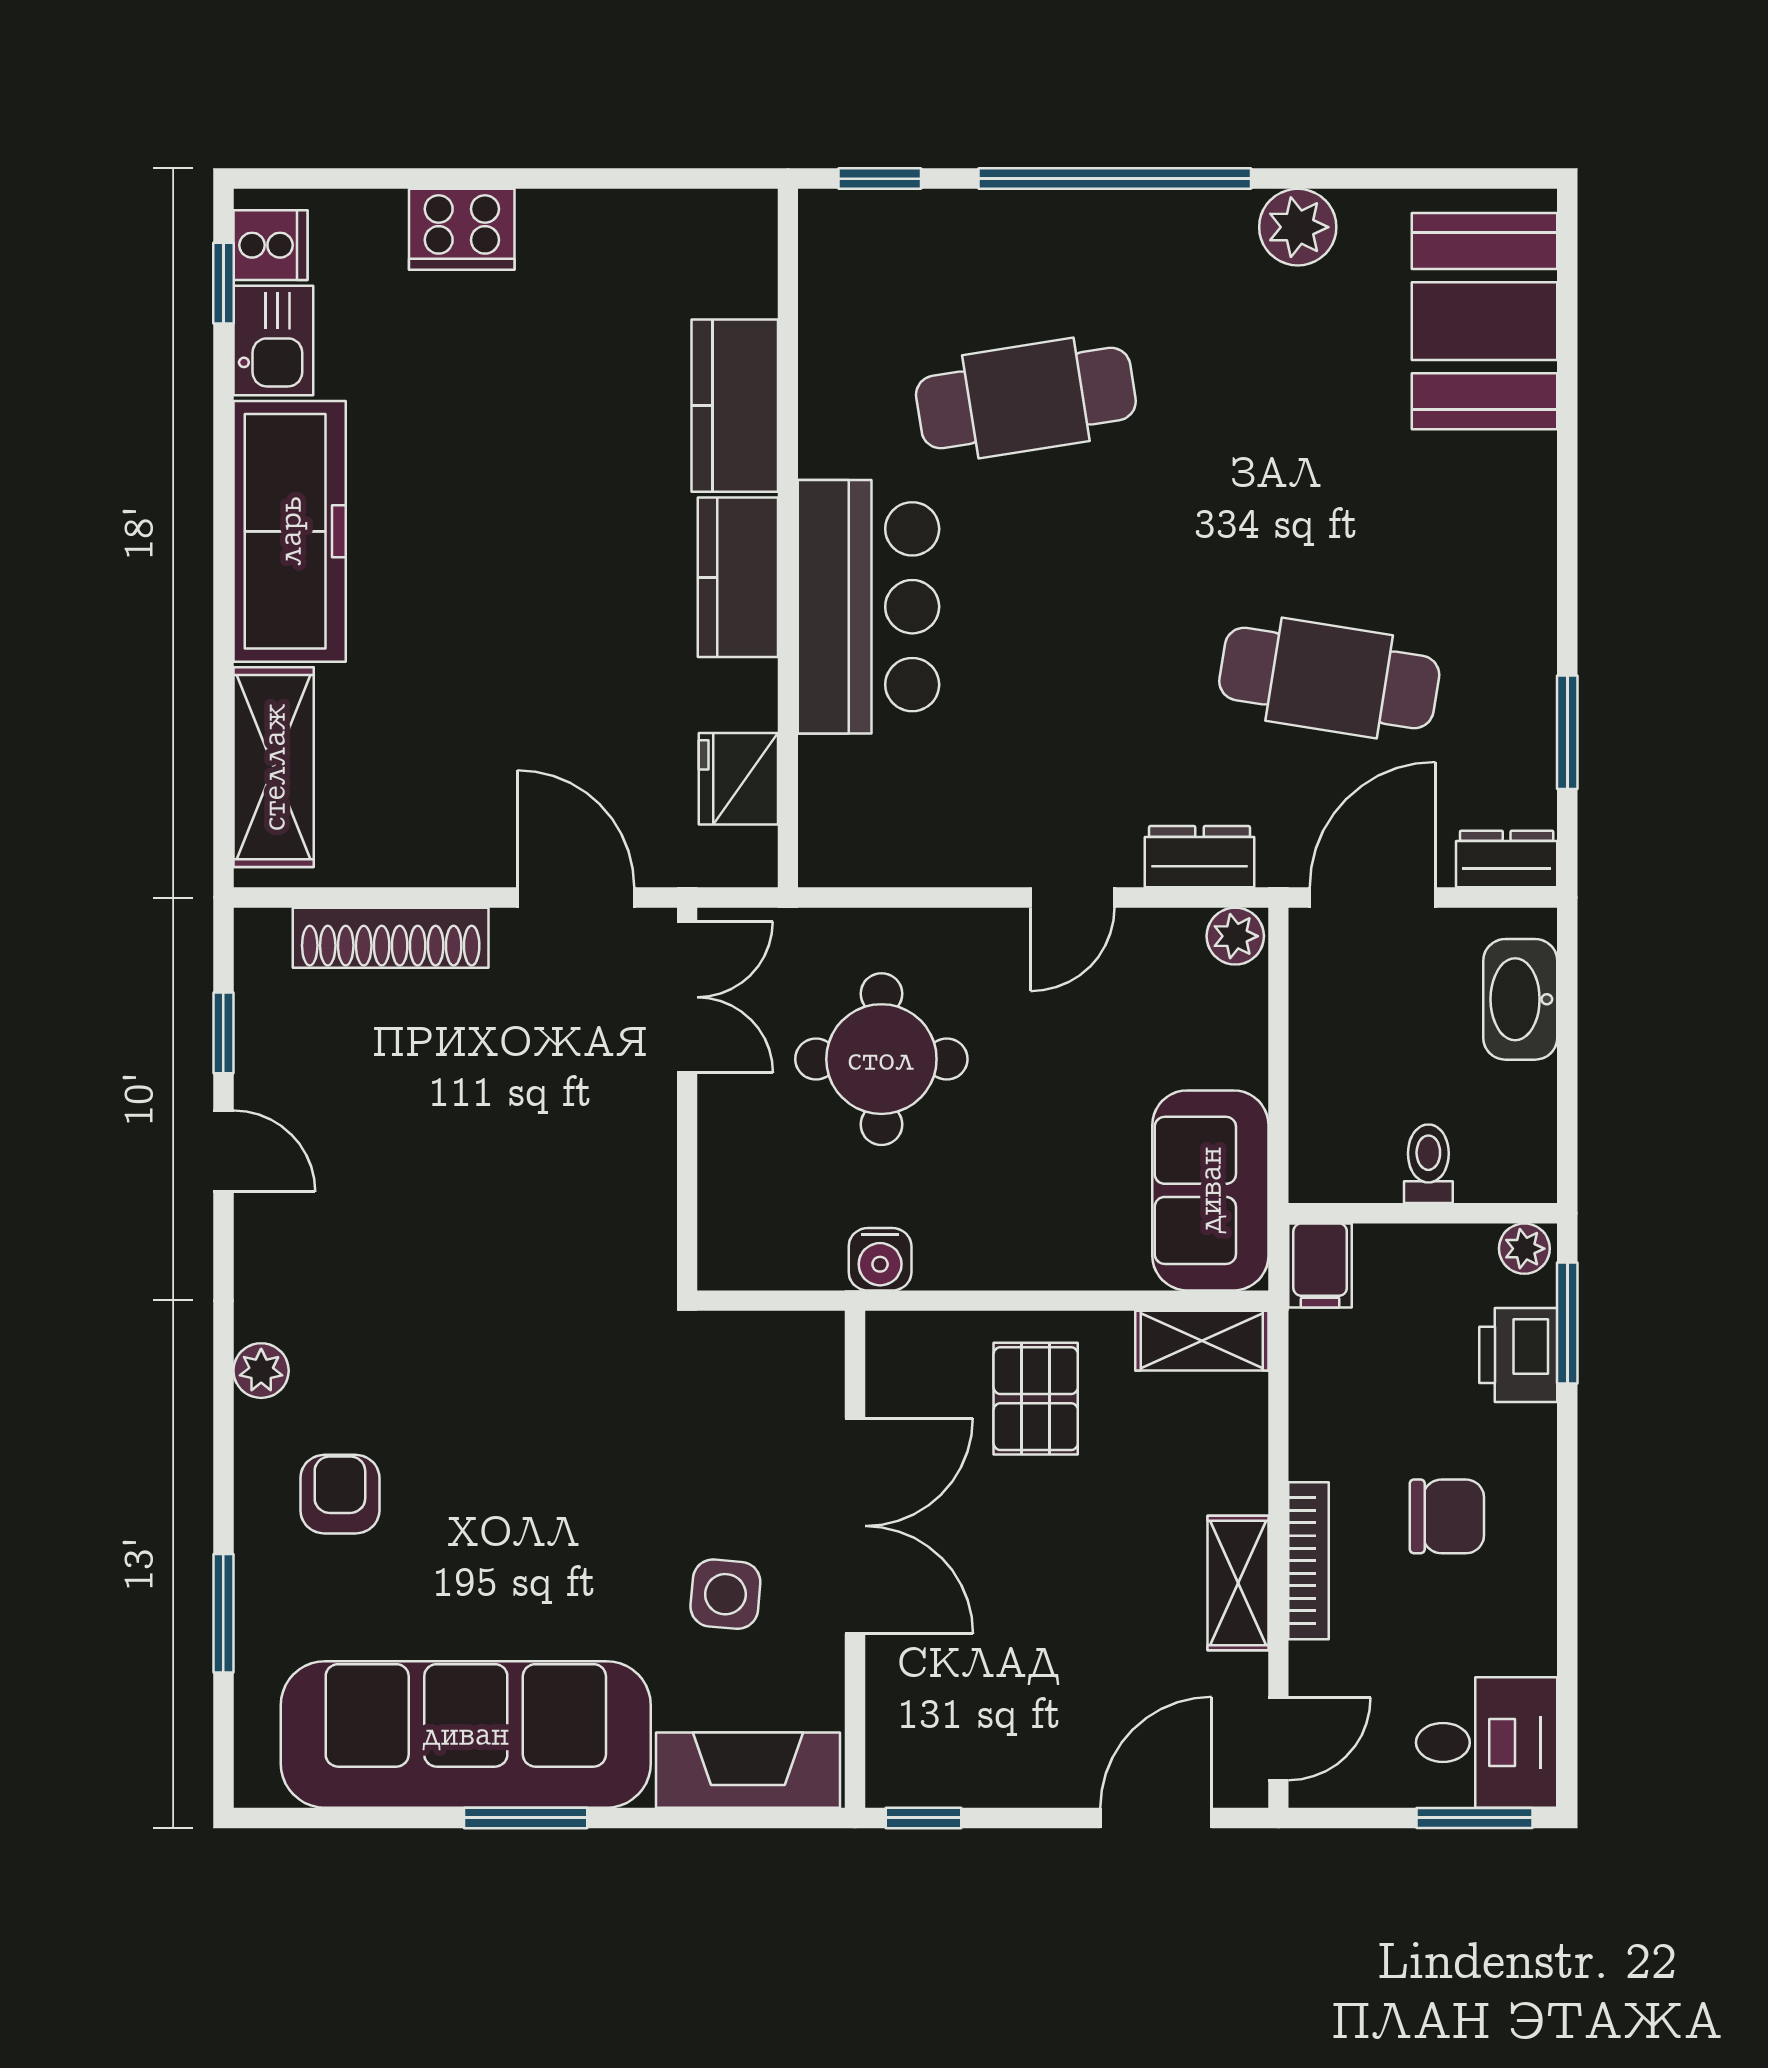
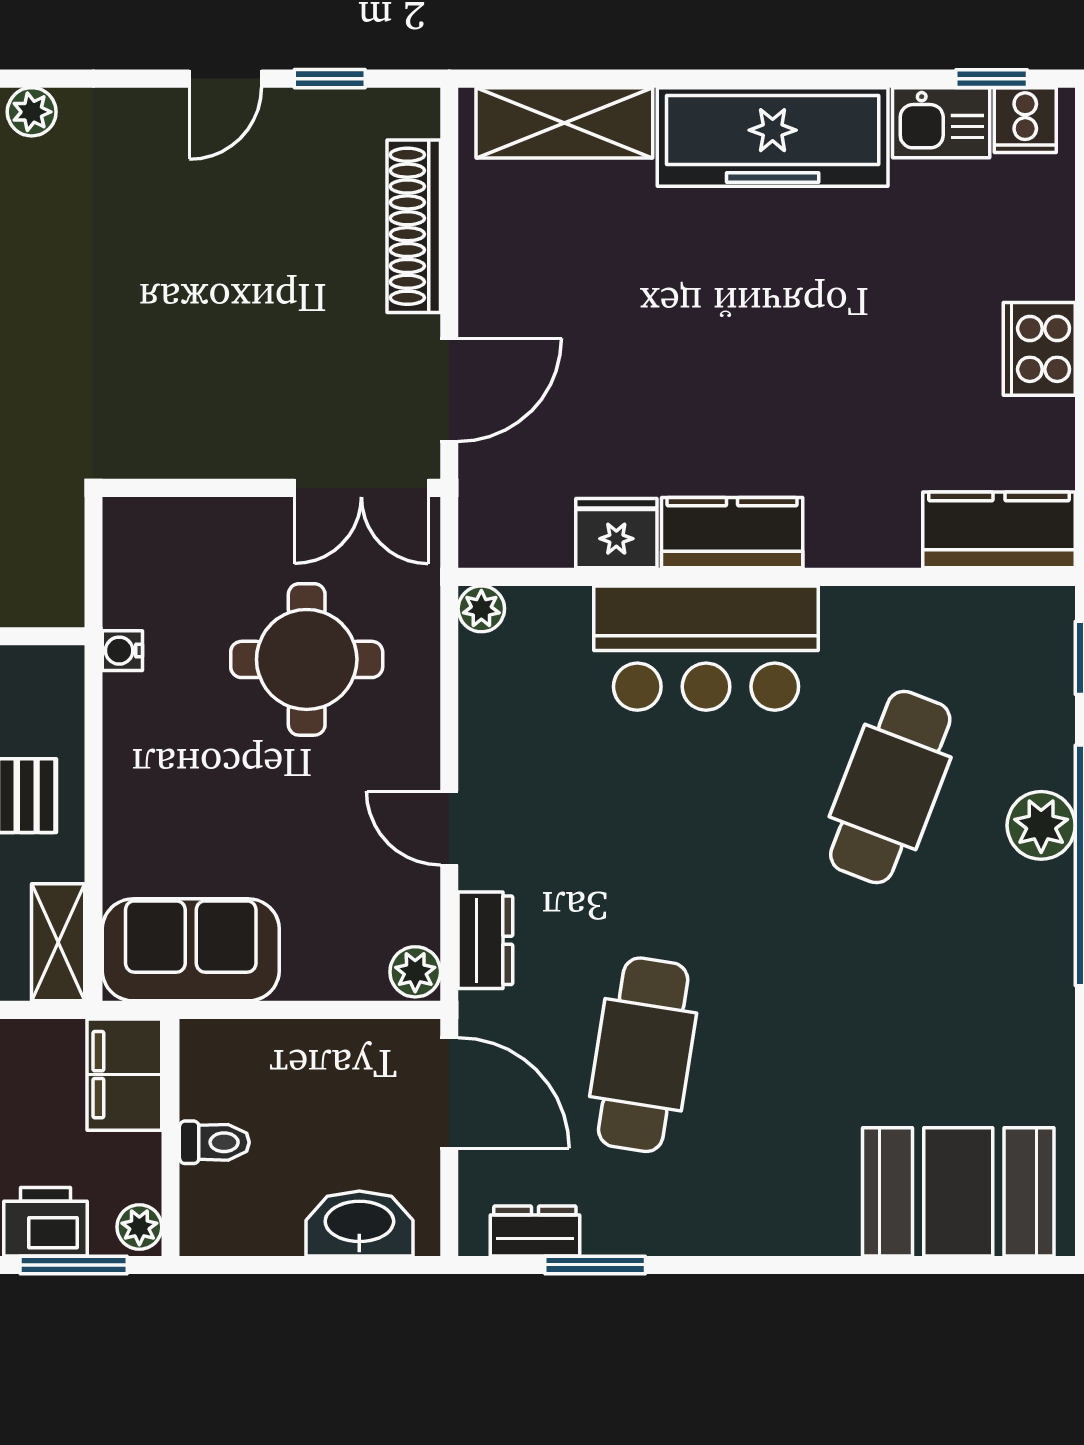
plant: (1298, 227) -> (1041, 825), moved
cooker: (462, 229) -> (1039, 349), moved
cafe table: (1026, 398) -> (890, 787), turned 30
kitchen counter: (735, 406) -> (999, 530), moved
fridge: (738, 779) -> (616, 533), moved
dresser: (1507, 859) -> (535, 1231), moved, turned -90
plant: (824, 861) -> (481, 609), added
water cooler: (880, 1259) -> (122, 651), width x0.72, depth x0.72
filing cabinet: (1320, 1266) -> (124, 1075), width x2.00

